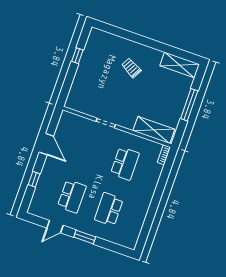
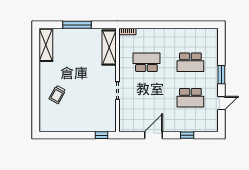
window: (77, 56) -> (101, 135), moved
trolley: (131, 68) -> (57, 95), moved
school desk: (72, 196) -> (190, 98), turned 180
door: (55, 227) -> (221, 103), hinge flipped

